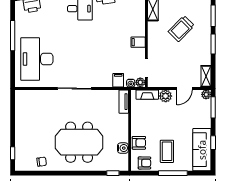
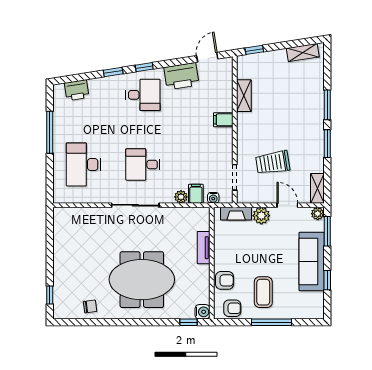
trolley: (181, 29) -> (273, 163), moved, turned 36
filing cabinet: (138, 42) -> (223, 120), moved
desk: (37, 59) -> (83, 164), width x0.73, depth x0.77
desk: (80, 59) -> (143, 164), added
plant: (140, 82) -> (181, 197), moved
door: (184, 88) -> (287, 205), swing flipped
tv unit: (124, 102) -> (204, 248), moved
water cooler: (123, 148) -> (202, 312), moved
sofa: (202, 150) -> (312, 262), moved

